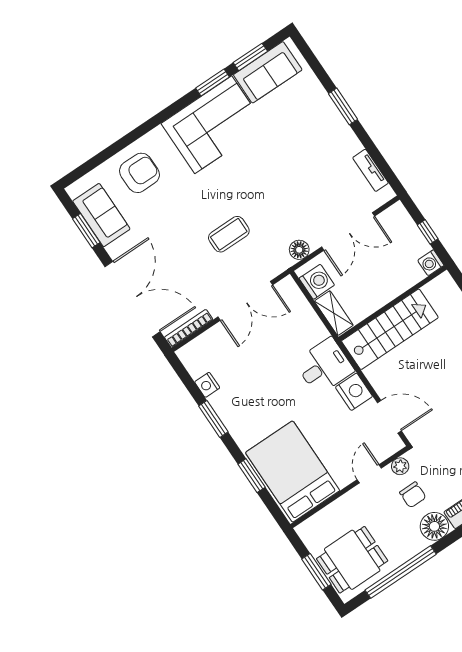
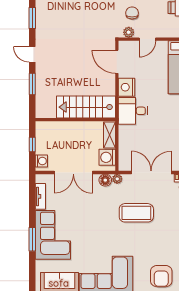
corner sofa: (320, 131) -> (53, 235), added
armchair: (139, 173) -> (161, 276), turned -90
double door: (348, 231) -> (73, 173), swing flipped
coffee table: (229, 234) -> (136, 213), width x1.36, depth x1.32
plant: (284, 262) -> (117, 179), added
washing machine: (431, 263) -> (41, 161), moved

